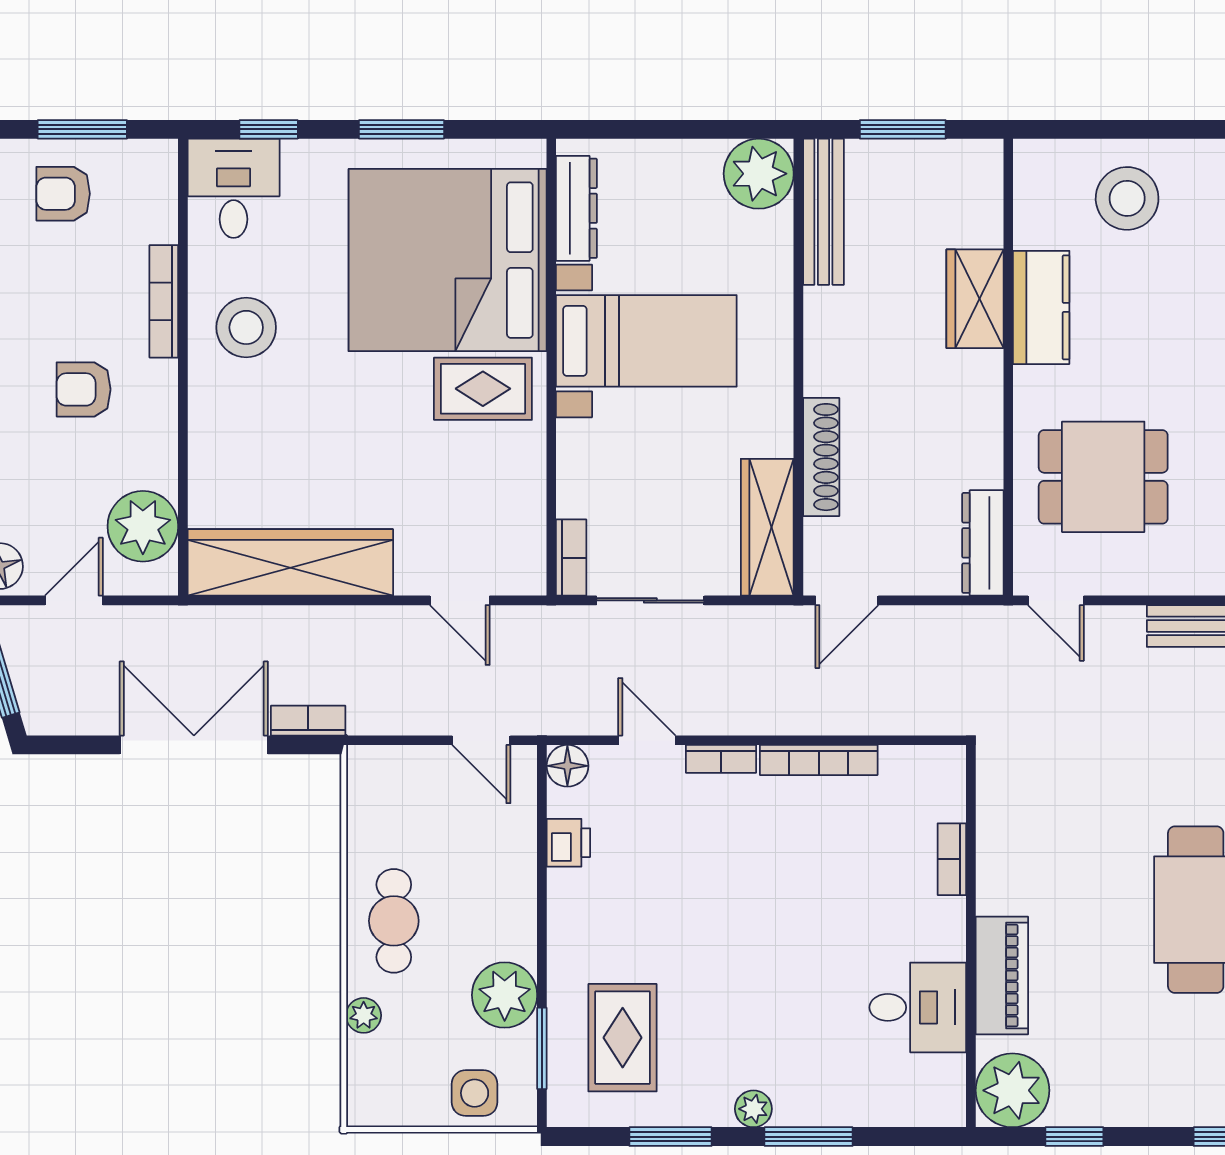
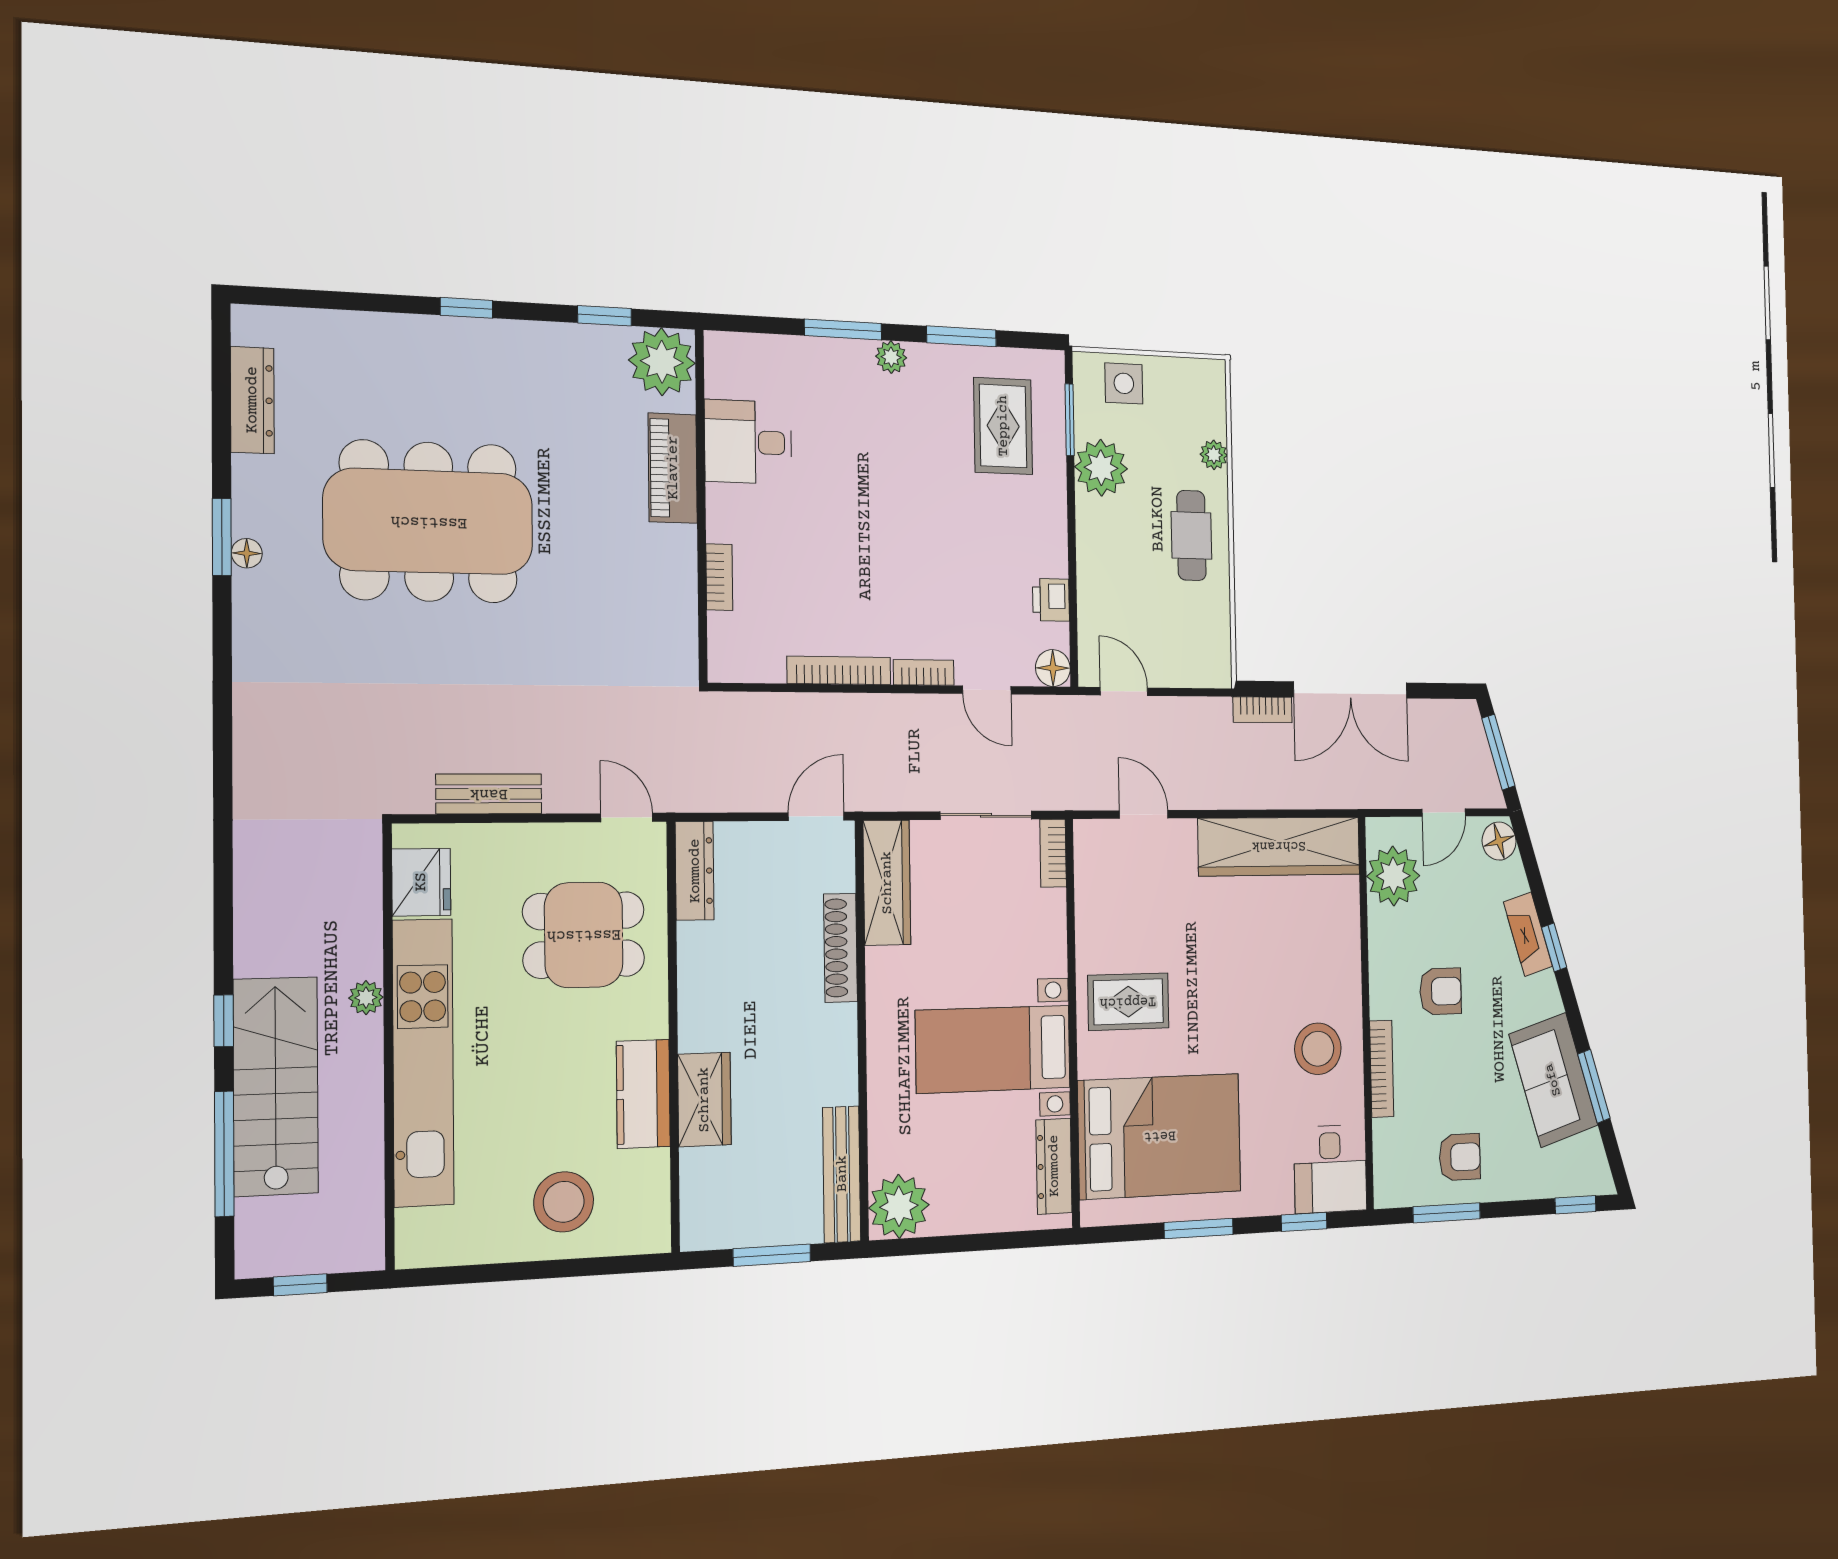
bed: (448, 260) -> (1160, 1136), width x0.73

